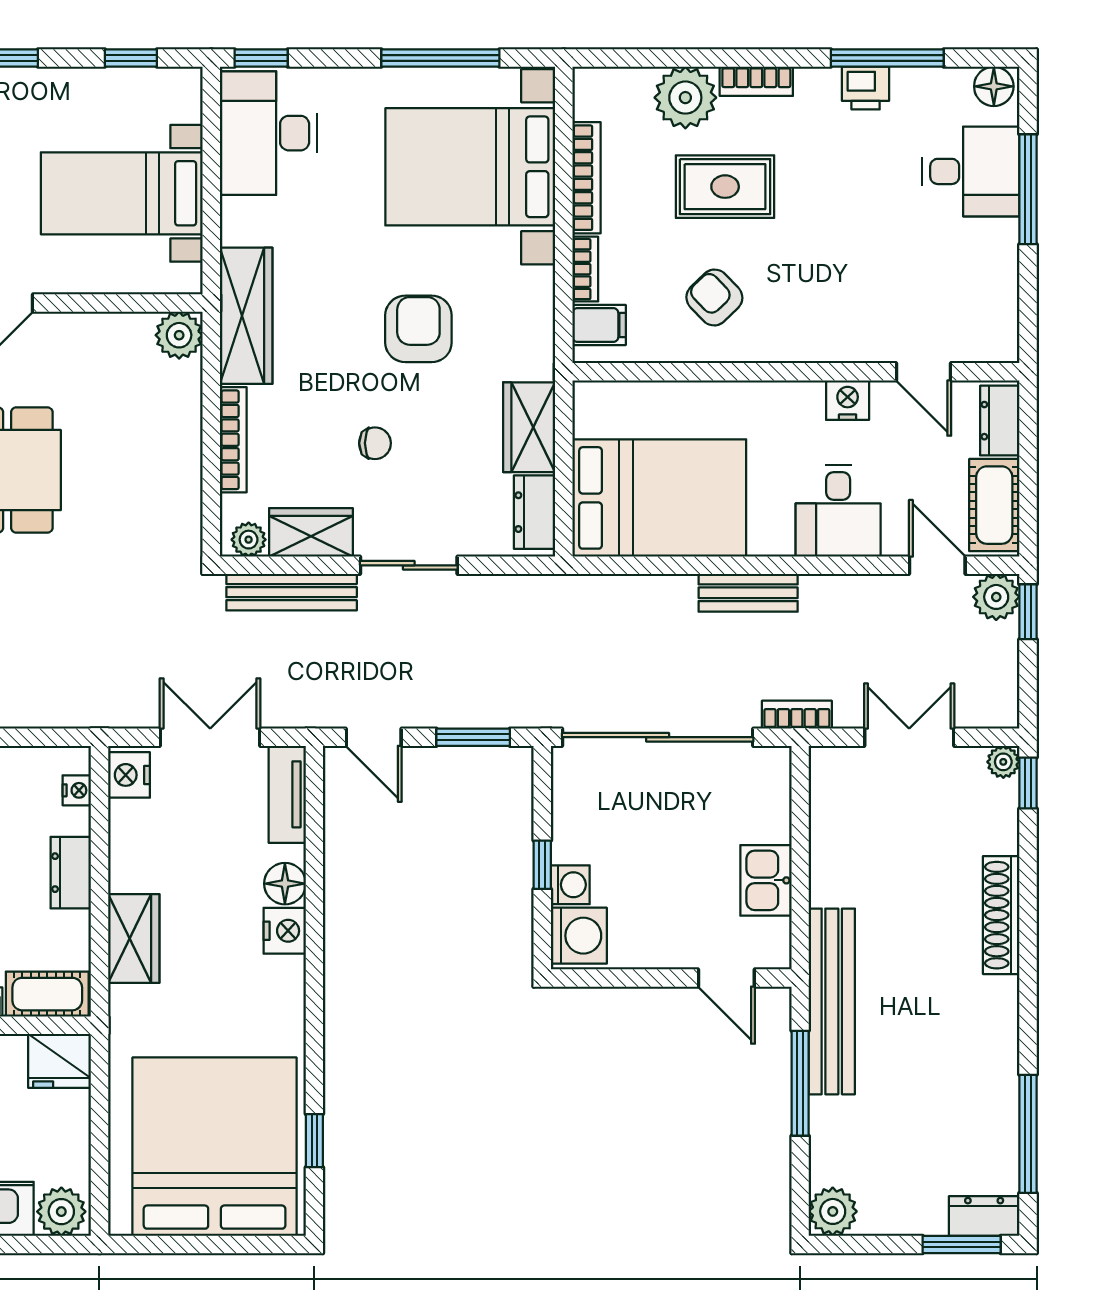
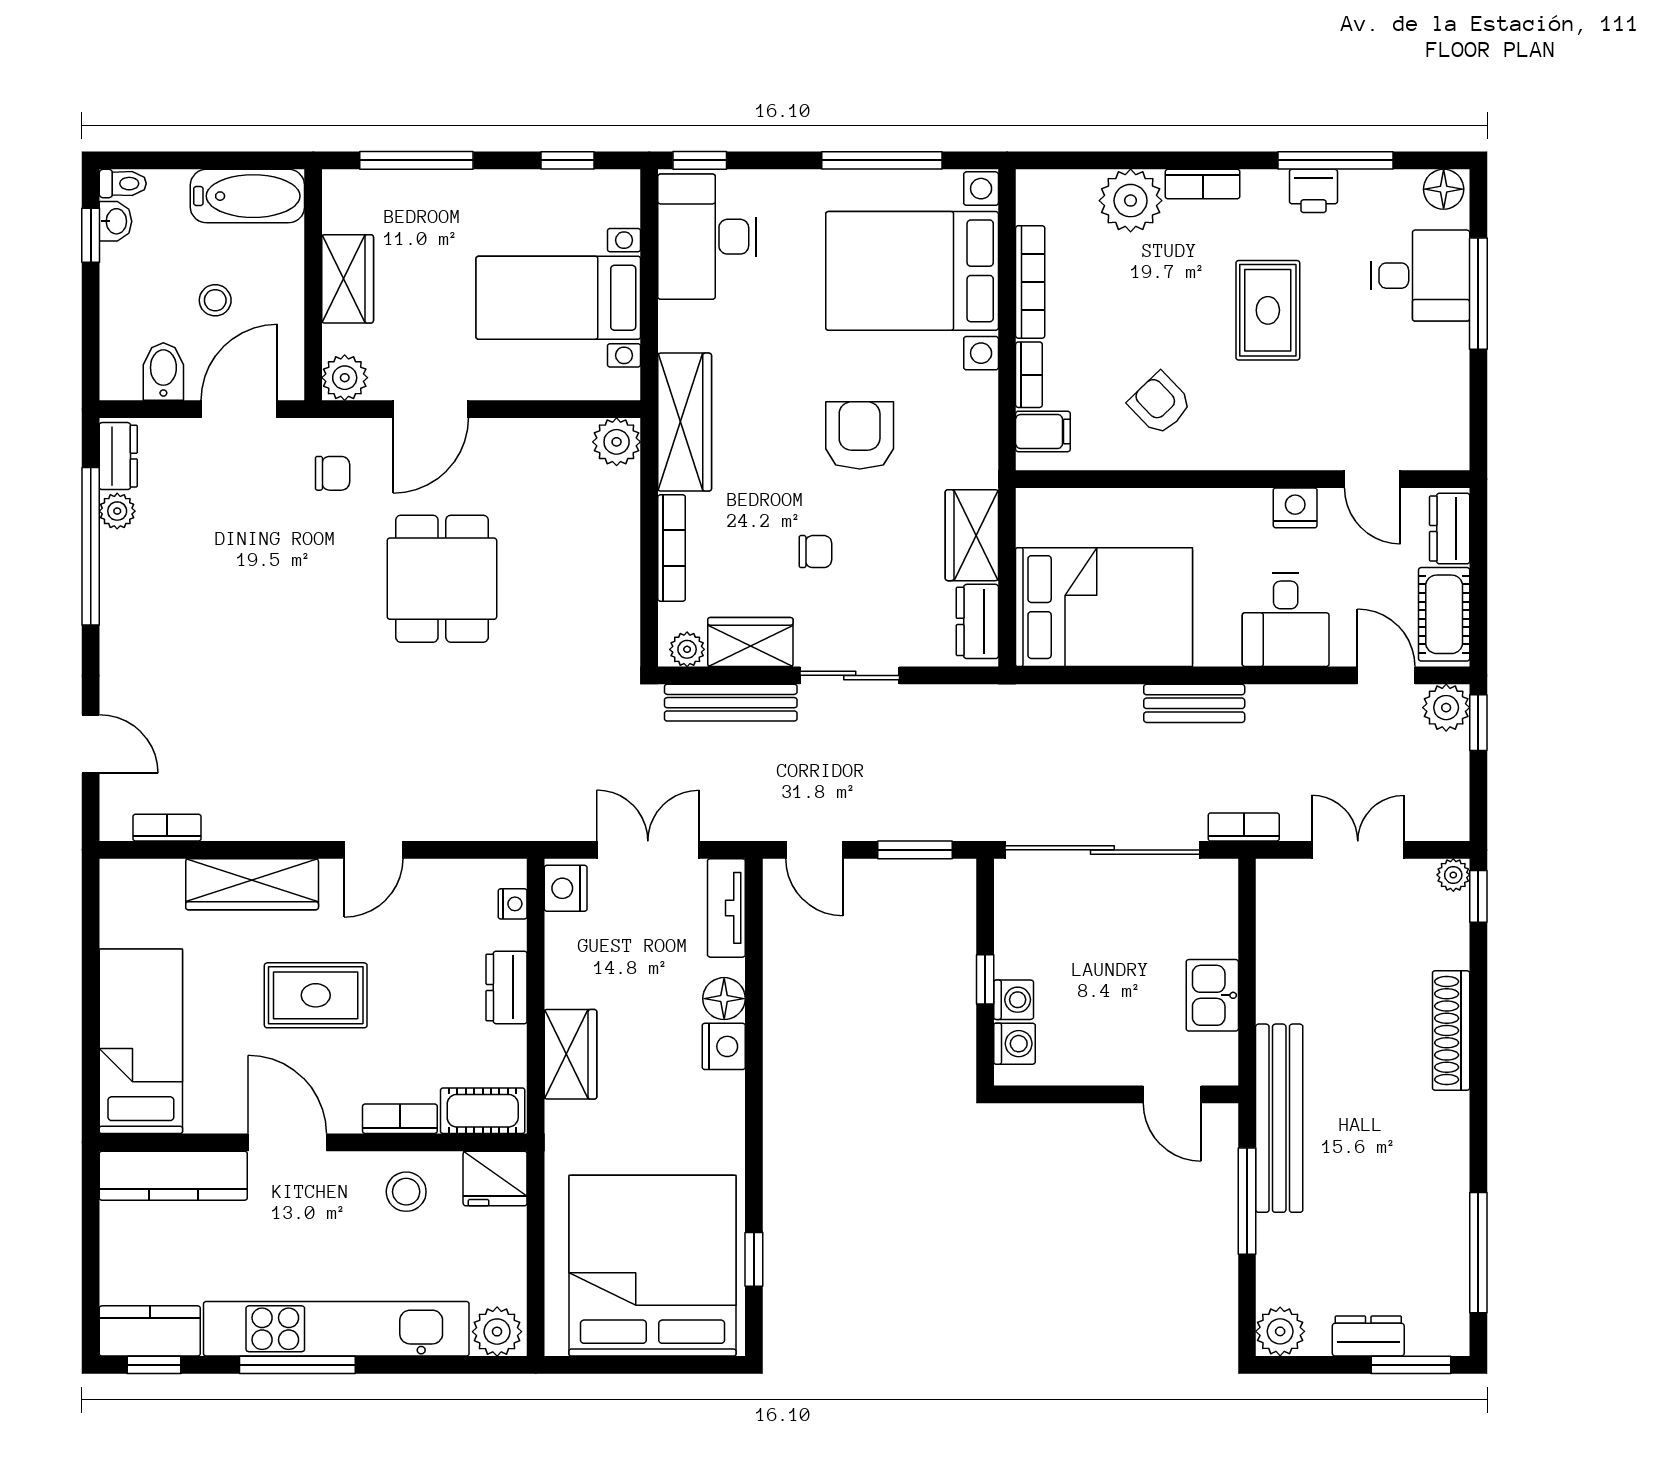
rug: (725, 187) -> (1268, 310), moved, turned 90
washing machine: (579, 936) -> (1015, 1044), width x0.73, depth x0.73
dresser: (984, 1216) -> (1368, 1336), moved

